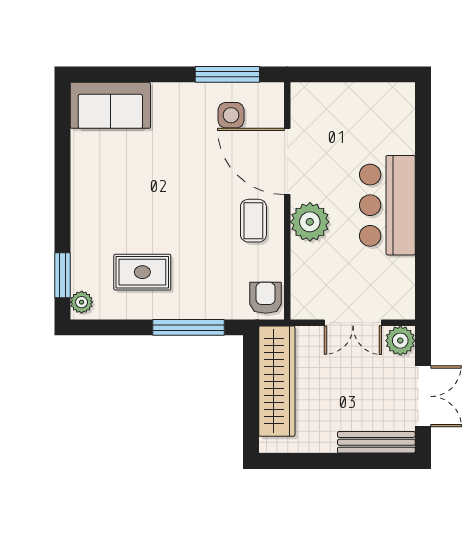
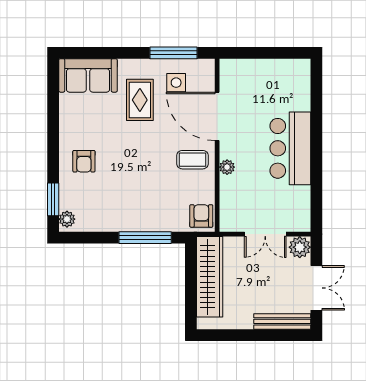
coffee table: (253, 221) -> (193, 160), turned 90
plant: (310, 222) -> (227, 167), width x0.53, depth x0.53
armchair: (105, 223) -> (84, 161), added
rug: (142, 272) -> (140, 100), moved, turned 90

